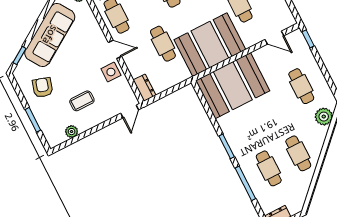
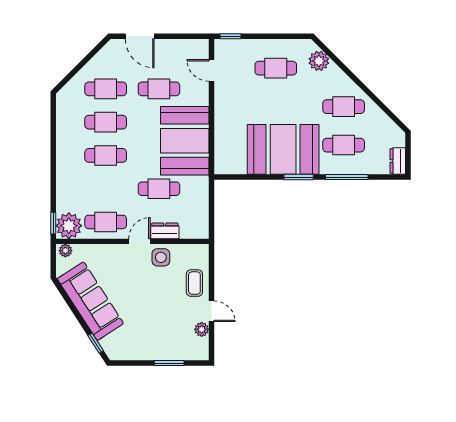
door: (274, 38) -> (211, 70), swing flipped
booth: (233, 86) -> (283, 149), moved, turned 90
armchair: (43, 87) -> (141, 336), removed
dresser: (145, 88) -> (165, 231), moved
coffee table: (82, 101) -> (194, 283), moved
door: (130, 111) -> (211, 311), moved

